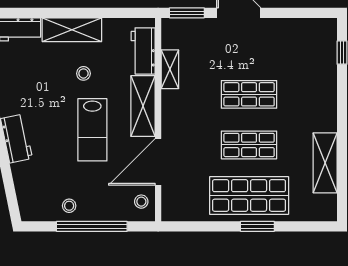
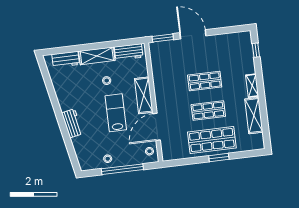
workbench: (143, 51) -> (129, 52), moved, turned -90
shelving: (170, 69) -> (252, 86), moved
lab bench: (92, 130) -> (116, 113), turned 180

